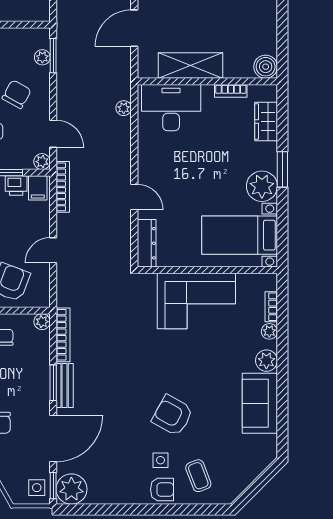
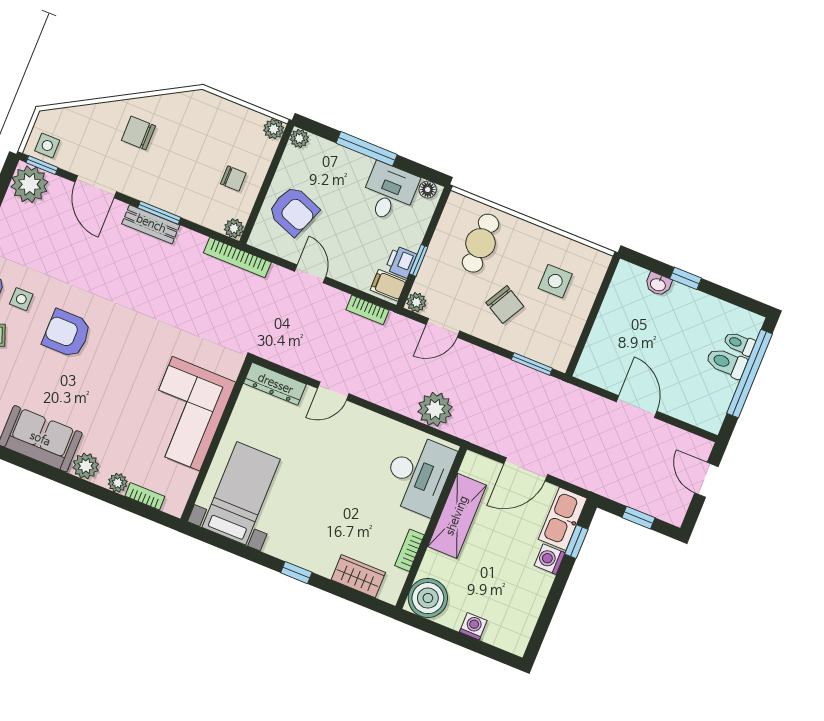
washing machine: (269, 20) -> (473, 626), added
door: (134, 28) -> (526, 469), swing flipped
plant: (42, 57) -> (535, 351), removed
boiler: (266, 67) -> (428, 598), width x1.37, depth x1.37
plant: (124, 108) -> (435, 409), width x1.87, depth x1.87
window: (282, 169) -> (296, 573), width x0.67
plant: (262, 186) -> (287, 541), removed
bookcase: (63, 187) -> (367, 310), width x0.64
bookcase: (63, 335) -> (237, 258), moved
armchair: (173, 415) -> (67, 334), turned -119
door: (53, 438) -> (96, 187), width x0.73

